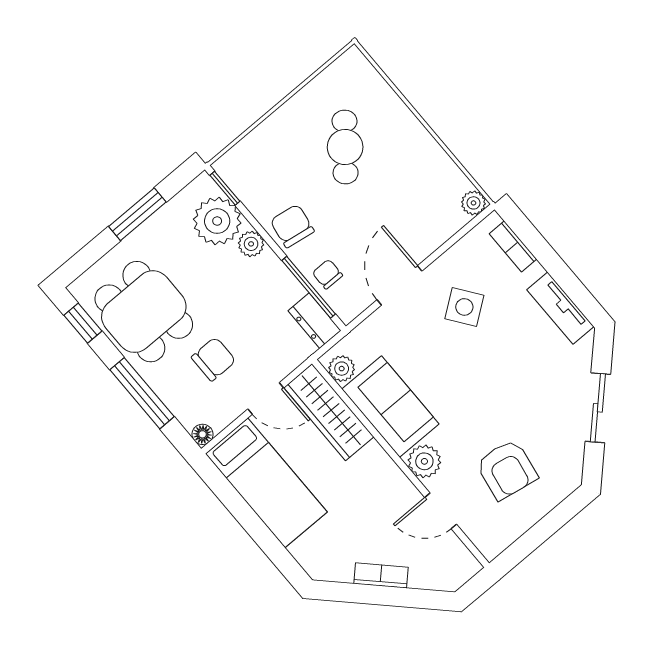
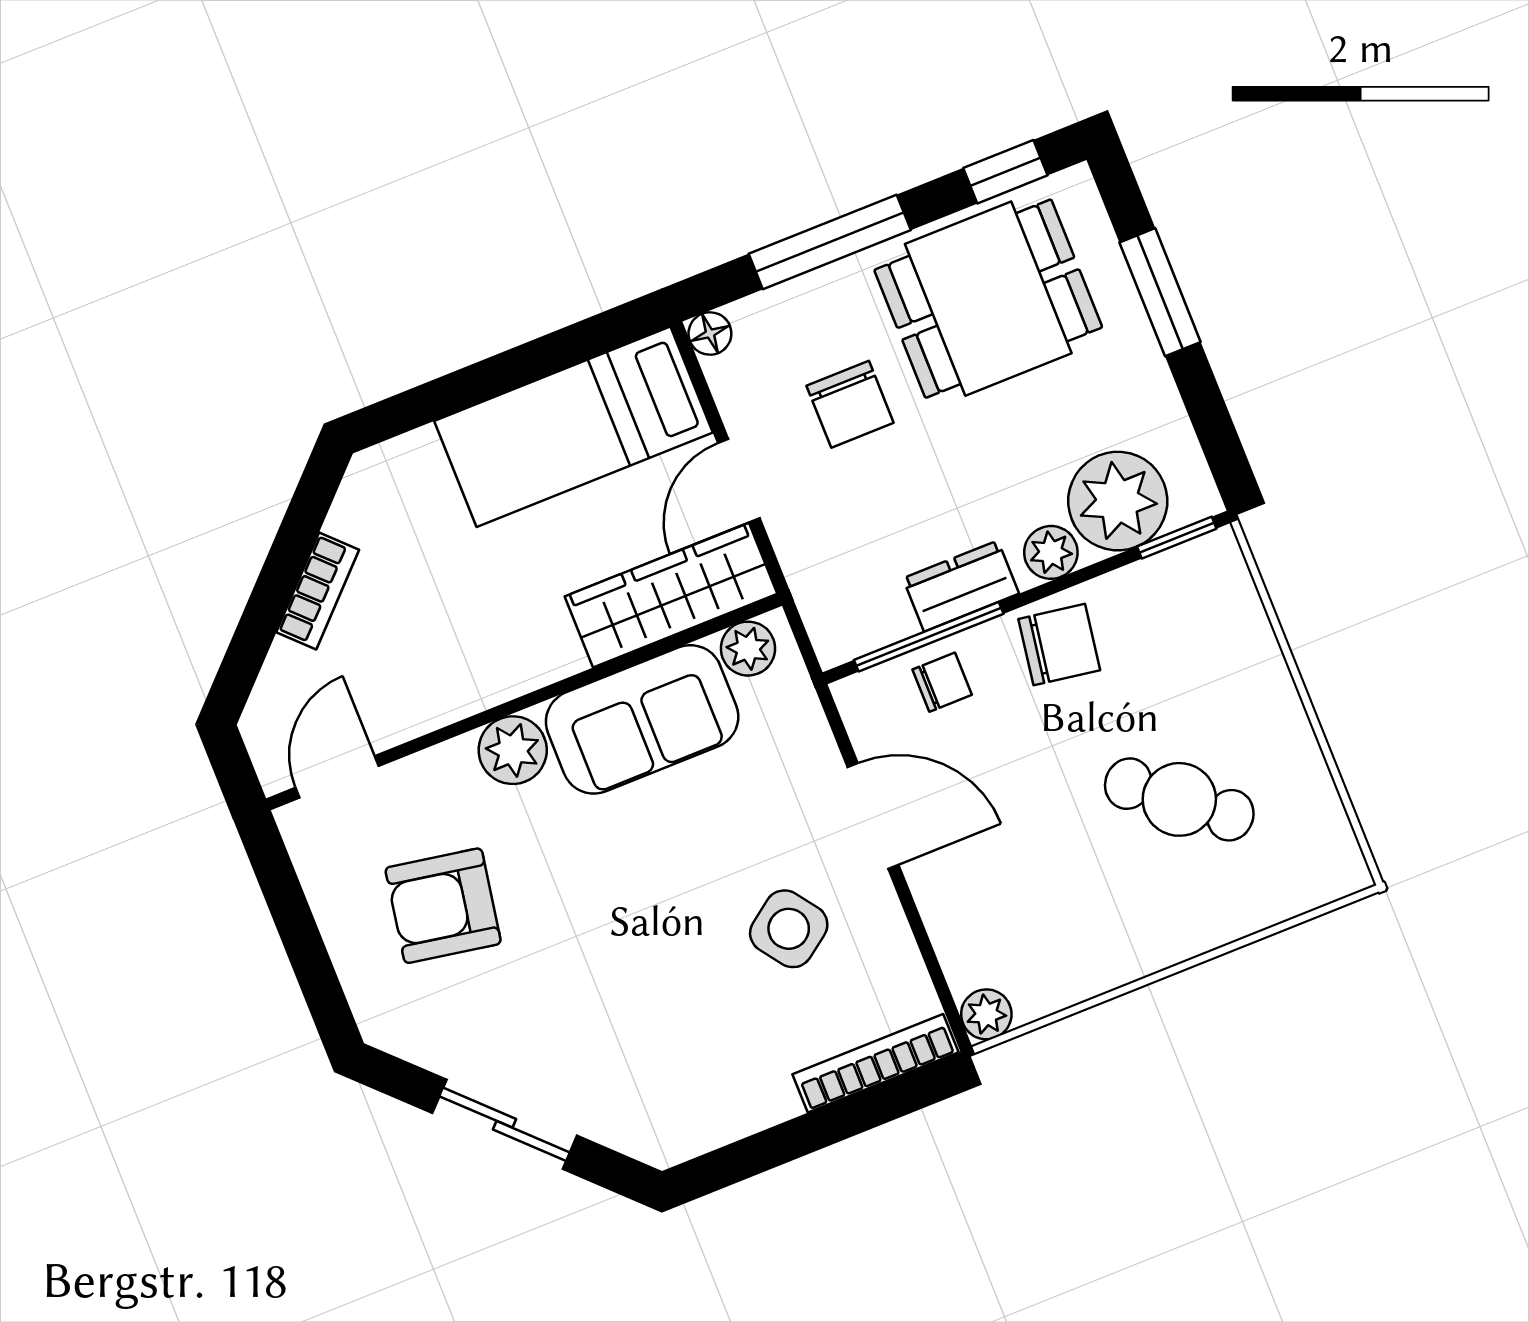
window: (137, 214) -> (1160, 292), moved
bookcase: (513, 246) -> (876, 1063), width x1.56
tv unit: (560, 308) -> (724, 1116), removed
dresser: (315, 321) -> (961, 586), moved
door: (441, 511) -> (337, 777), moved

